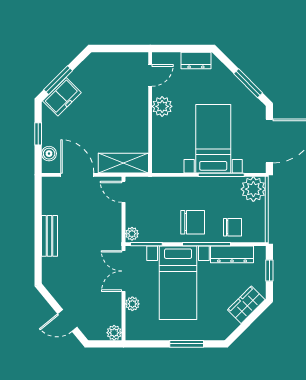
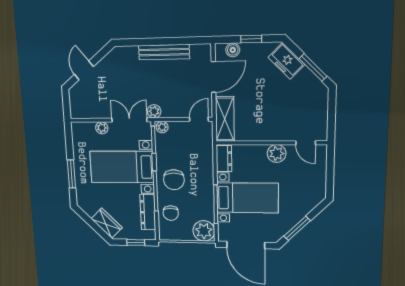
dresser: (196, 60) -> (224, 159), moved, turned 180
window: (58, 80) -> (313, 67), moved
bench: (49, 236) -> (164, 52), width x1.36
plant: (114, 333) -> (154, 111), moved

